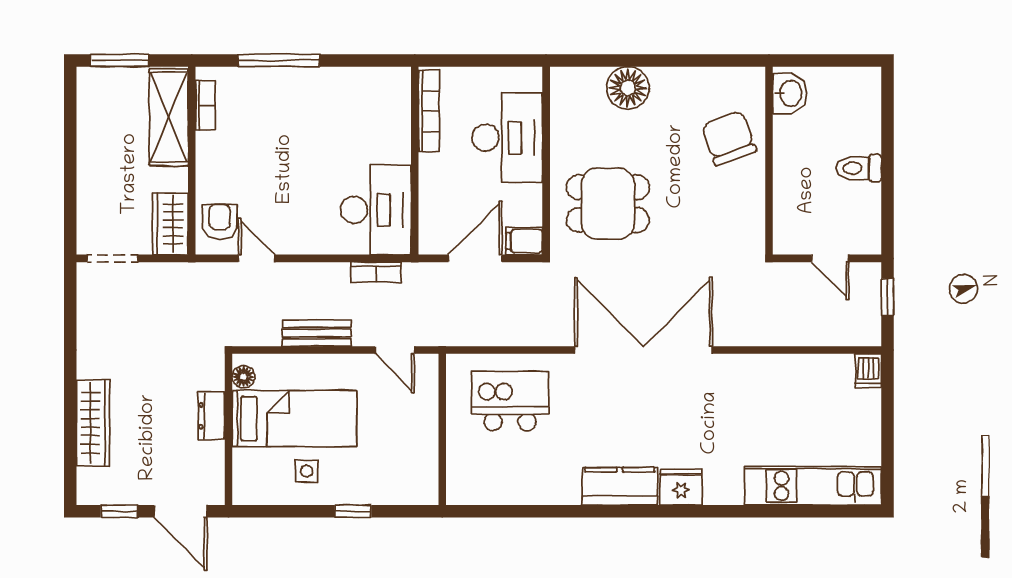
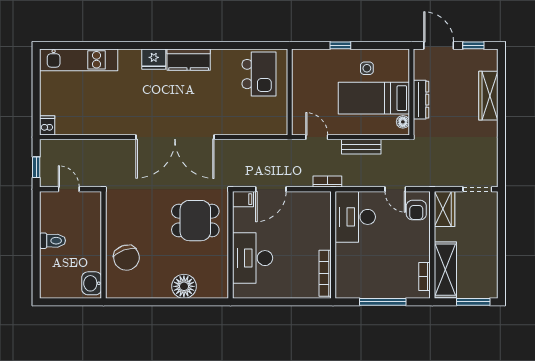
bookcase: (429, 111) -> (325, 273), moved
wall: (415, 161) -> (333, 245), moved
desk: (376, 210) -> (355, 217), moved
kitchen island: (510, 401) -> (259, 74), moved, turned -90
dresser: (211, 416) -> (421, 100), width x1.44

